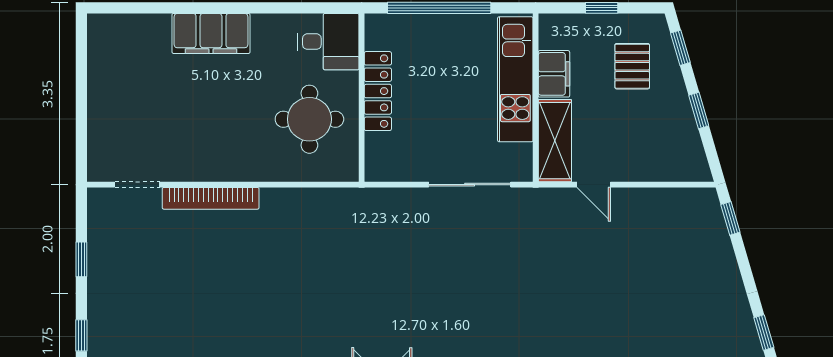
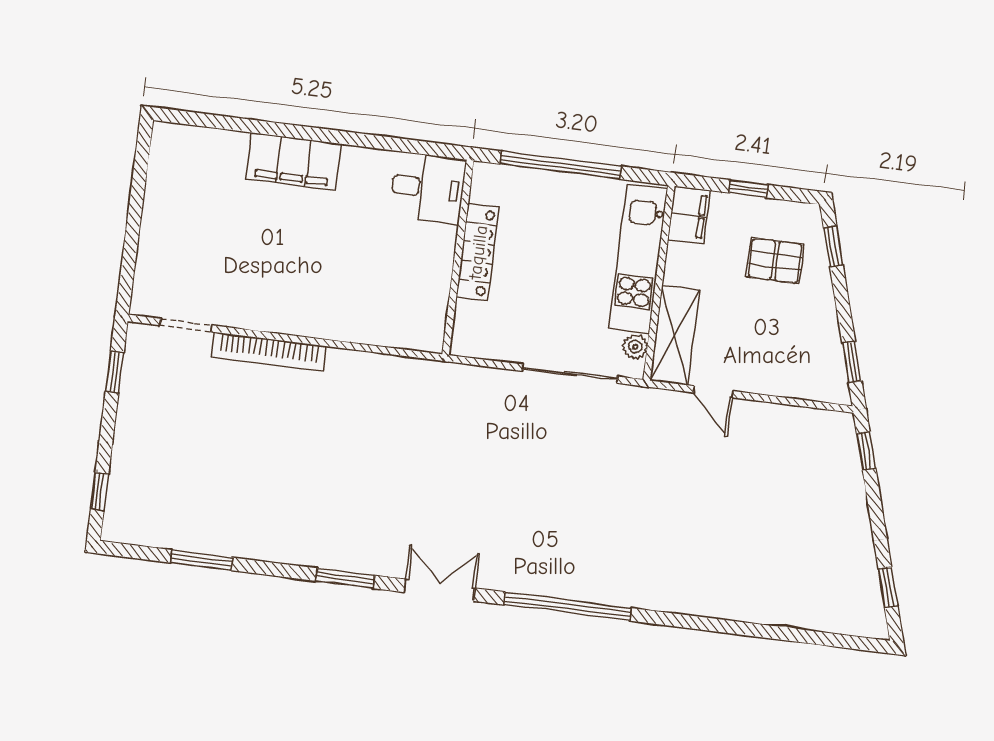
pallet: (632, 66) -> (775, 261), turned 90
filing cabinet: (554, 74) -> (689, 215), moved
window: (699, 110) -> (852, 362), moved
round table: (309, 119) -> (395, 275), removed
plant: (522, 155) -> (635, 347), added
window: (81, 259) -> (115, 372), moved

